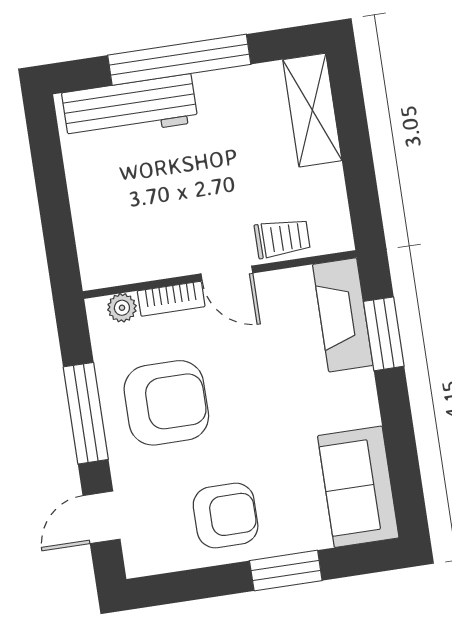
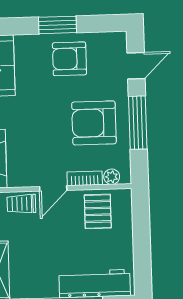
pallet: (140, 241) -> (98, 211), added
door: (227, 273) -> (53, 188), swing flipped
window: (286, 571) -> (58, 25), moved

